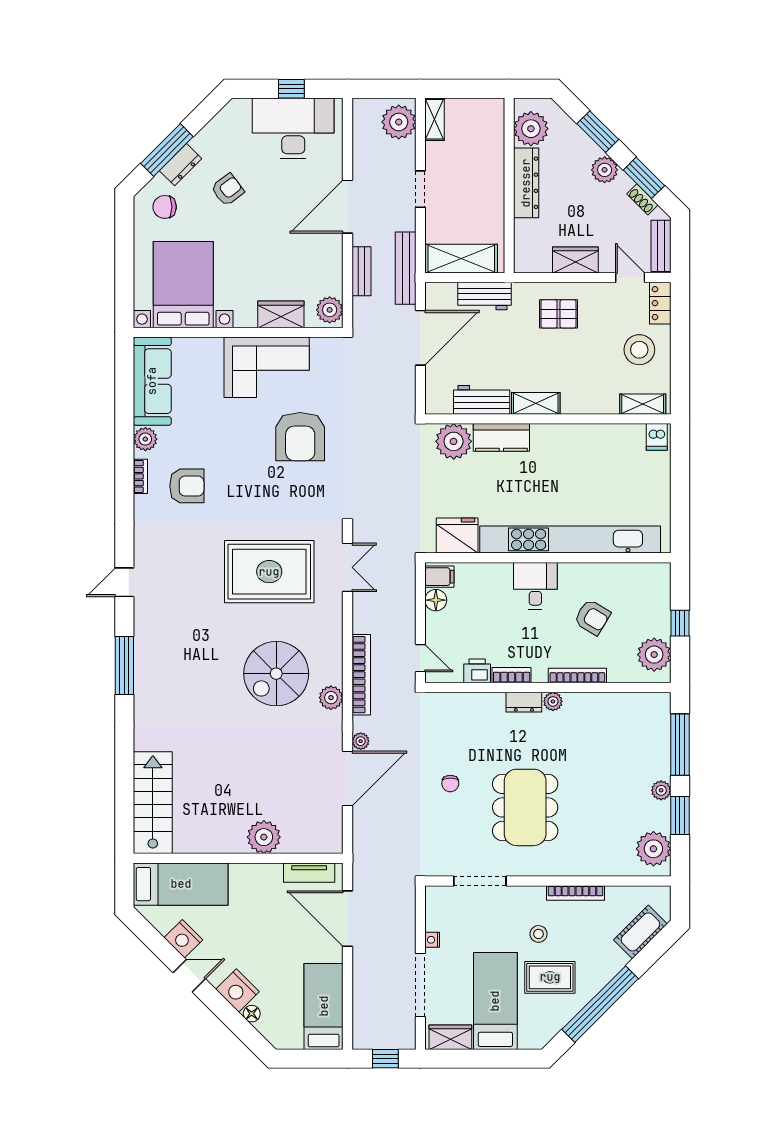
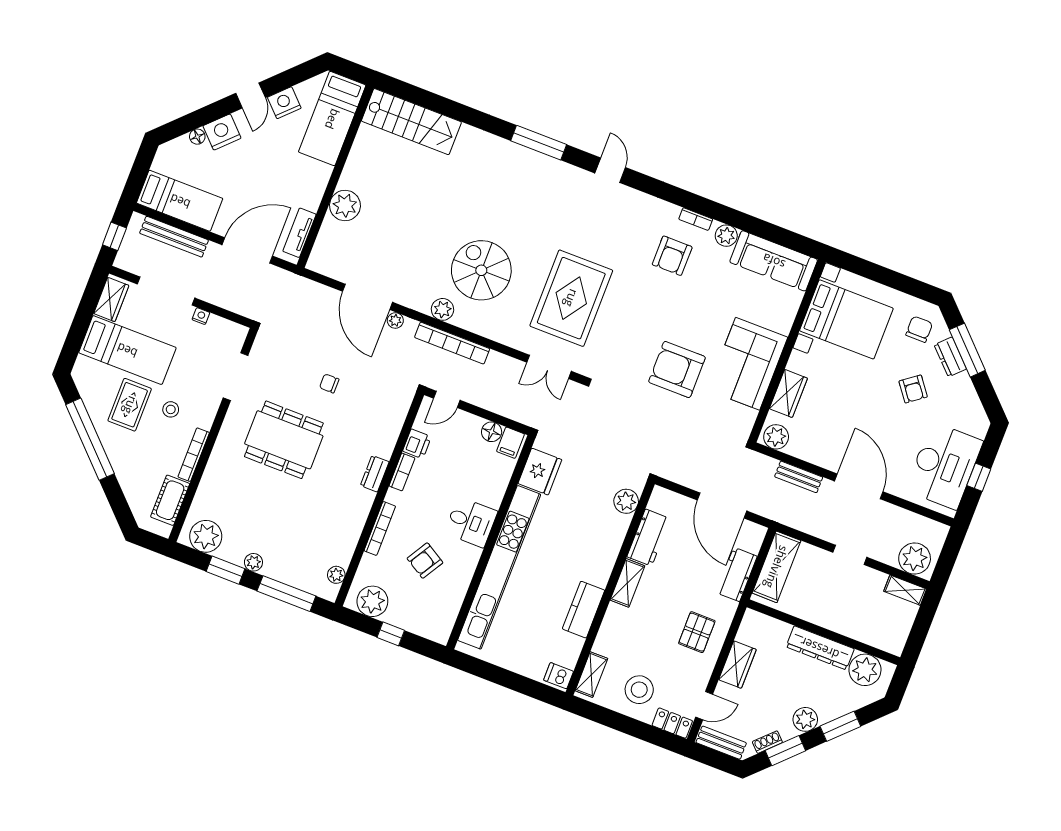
bench: (406, 268) -> (174, 237), moved
kitchen counter: (501, 437) -> (584, 610), moved
plant: (454, 441) -> (626, 501), width x0.73, depth x0.73
plant: (553, 701) -> (336, 575), moved
cot: (640, 932) -> (170, 500), moved, turned 45

